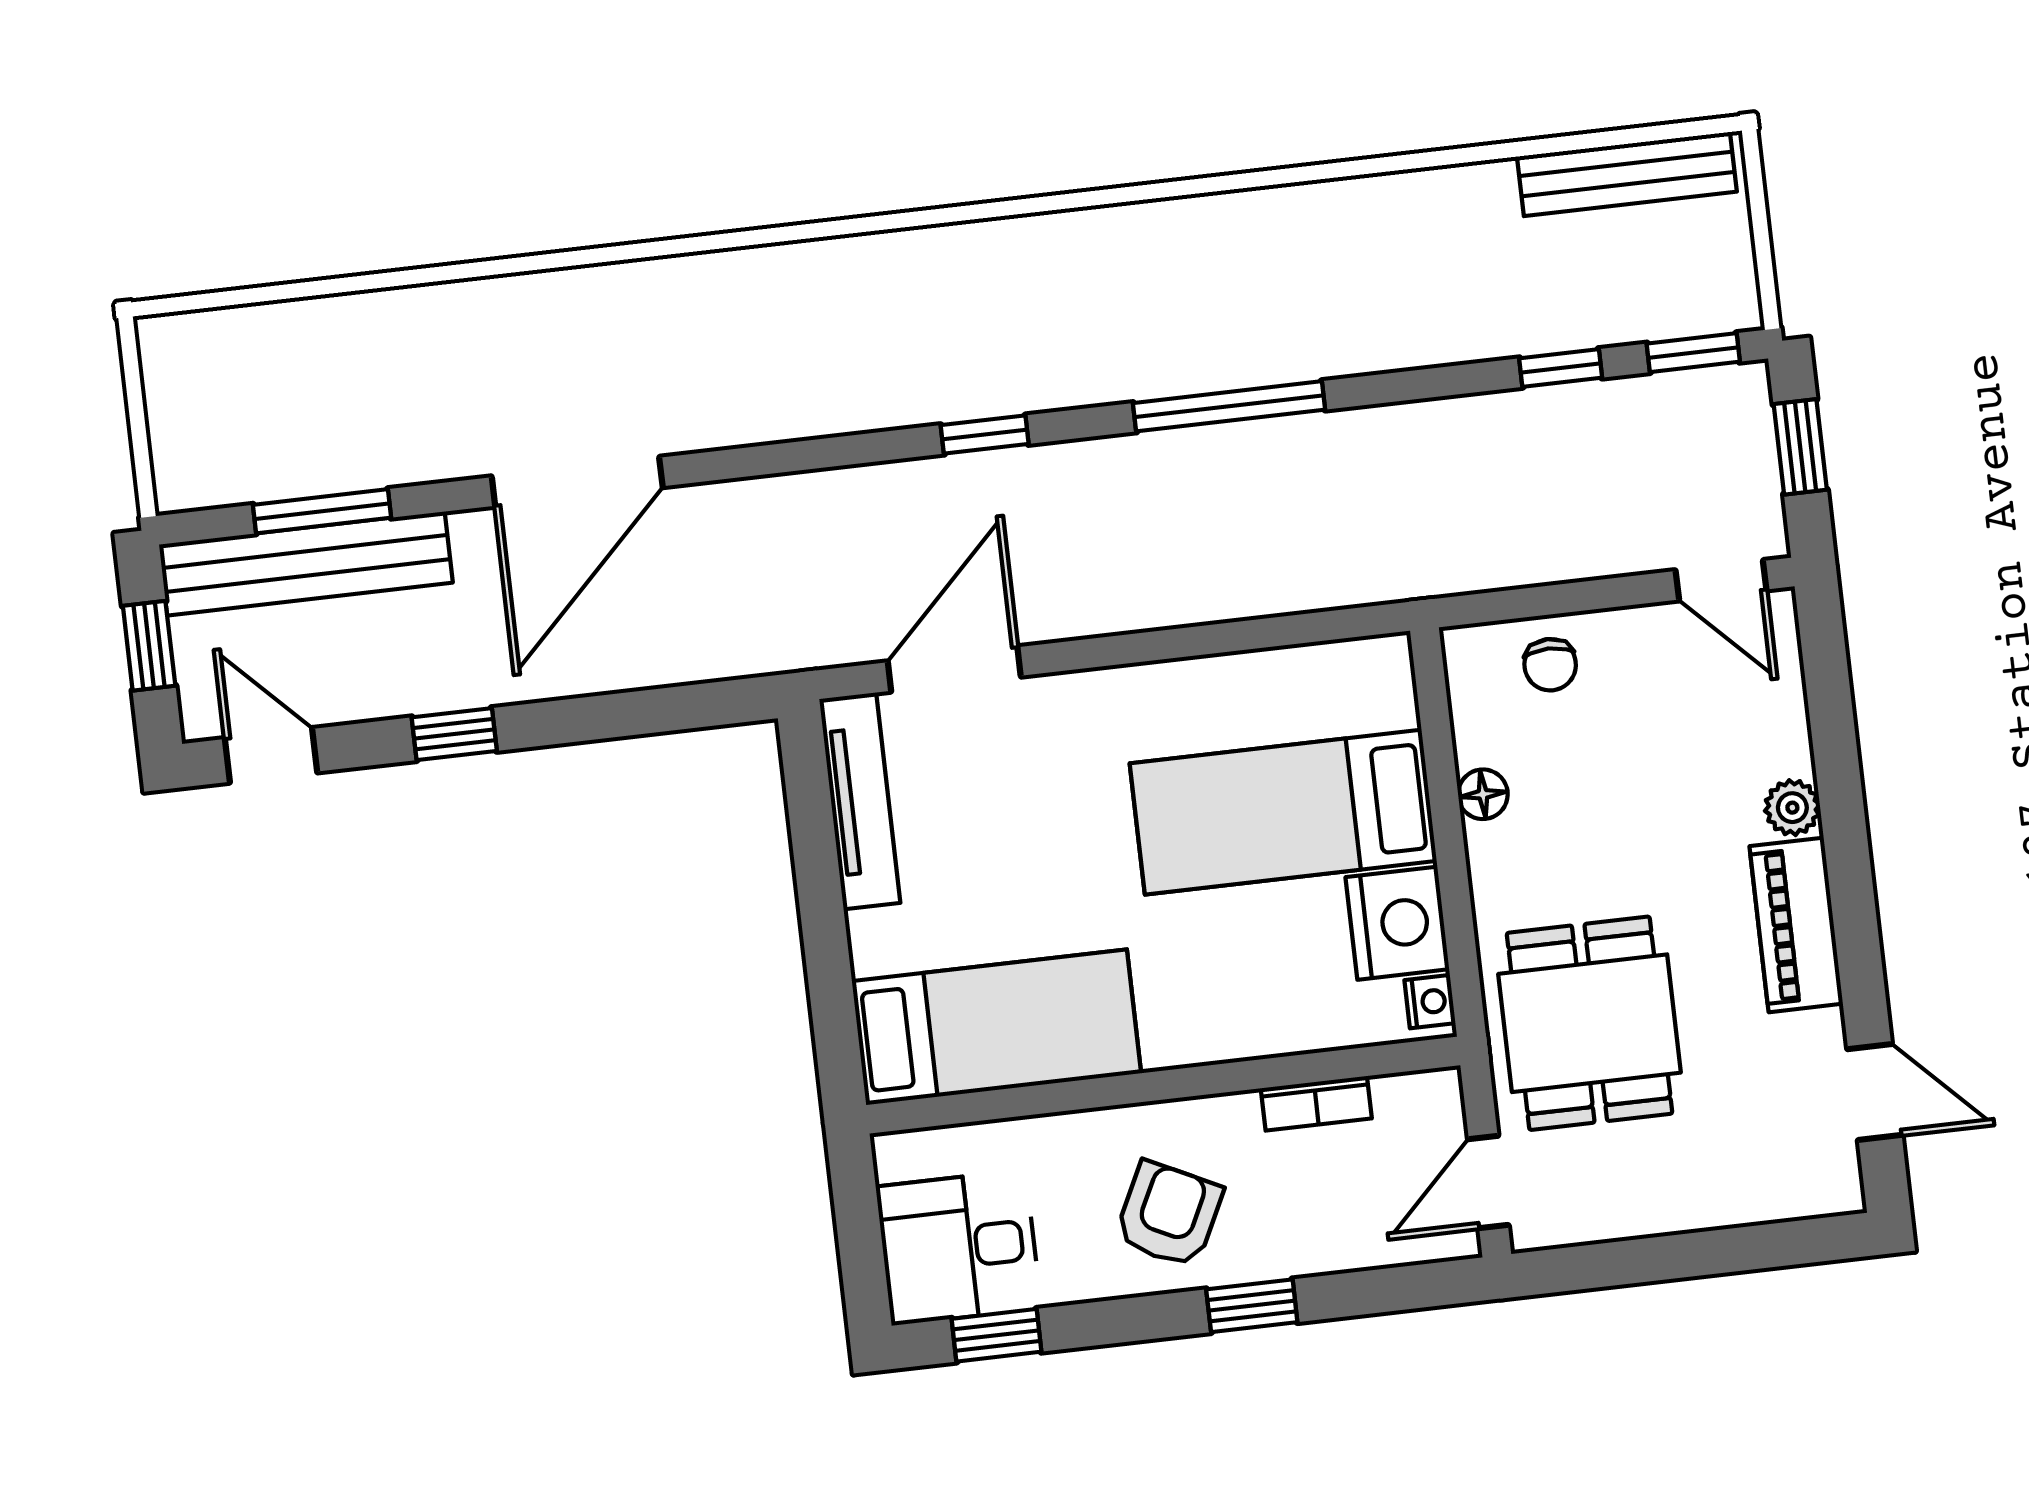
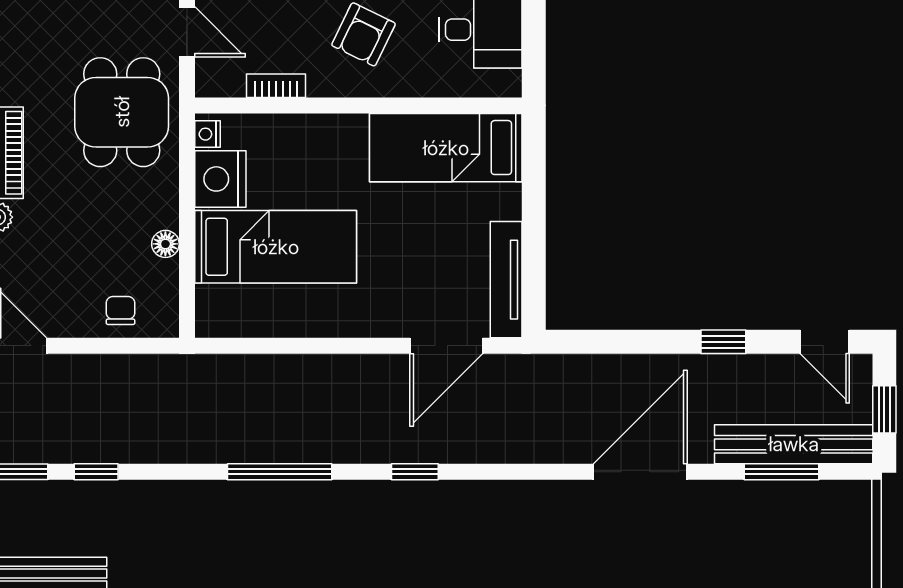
door: (1488, 1182) -> (187, 32), hinge flipped

